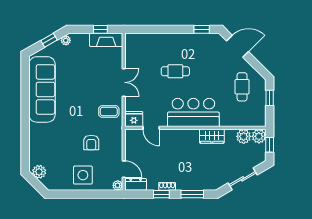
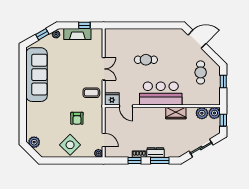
window: (202, 29) -> (168, 25), removed
fireplace: (106, 40) -> (77, 34), moved
side table: (83, 175) -> (70, 145), turned 45
dresser: (136, 184) -> (155, 152), moved

